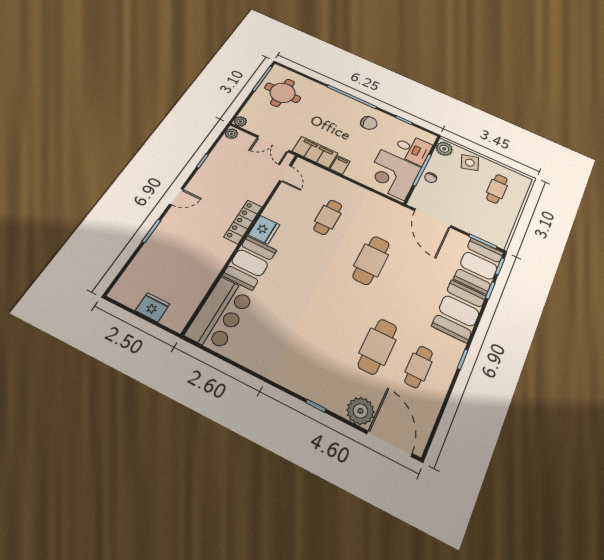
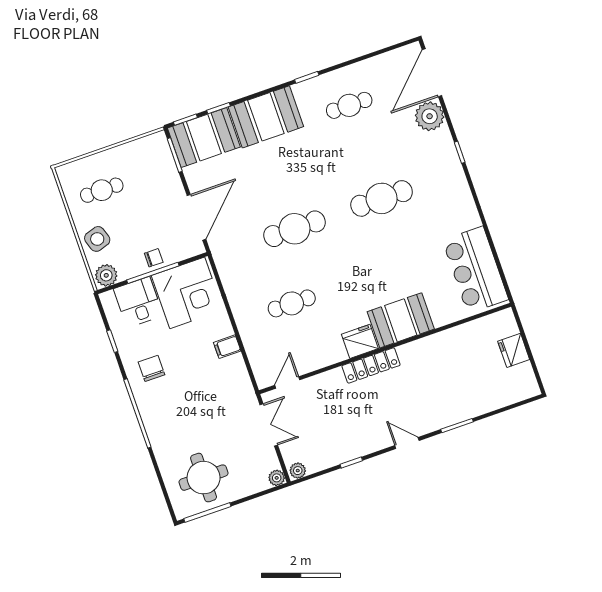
filing cabinet: (315, 152) -> (237, 381), removed
bar counter: (220, 314) -> (475, 270), moved, turned -90
cafe table: (378, 346) -> (382, 198), moved

